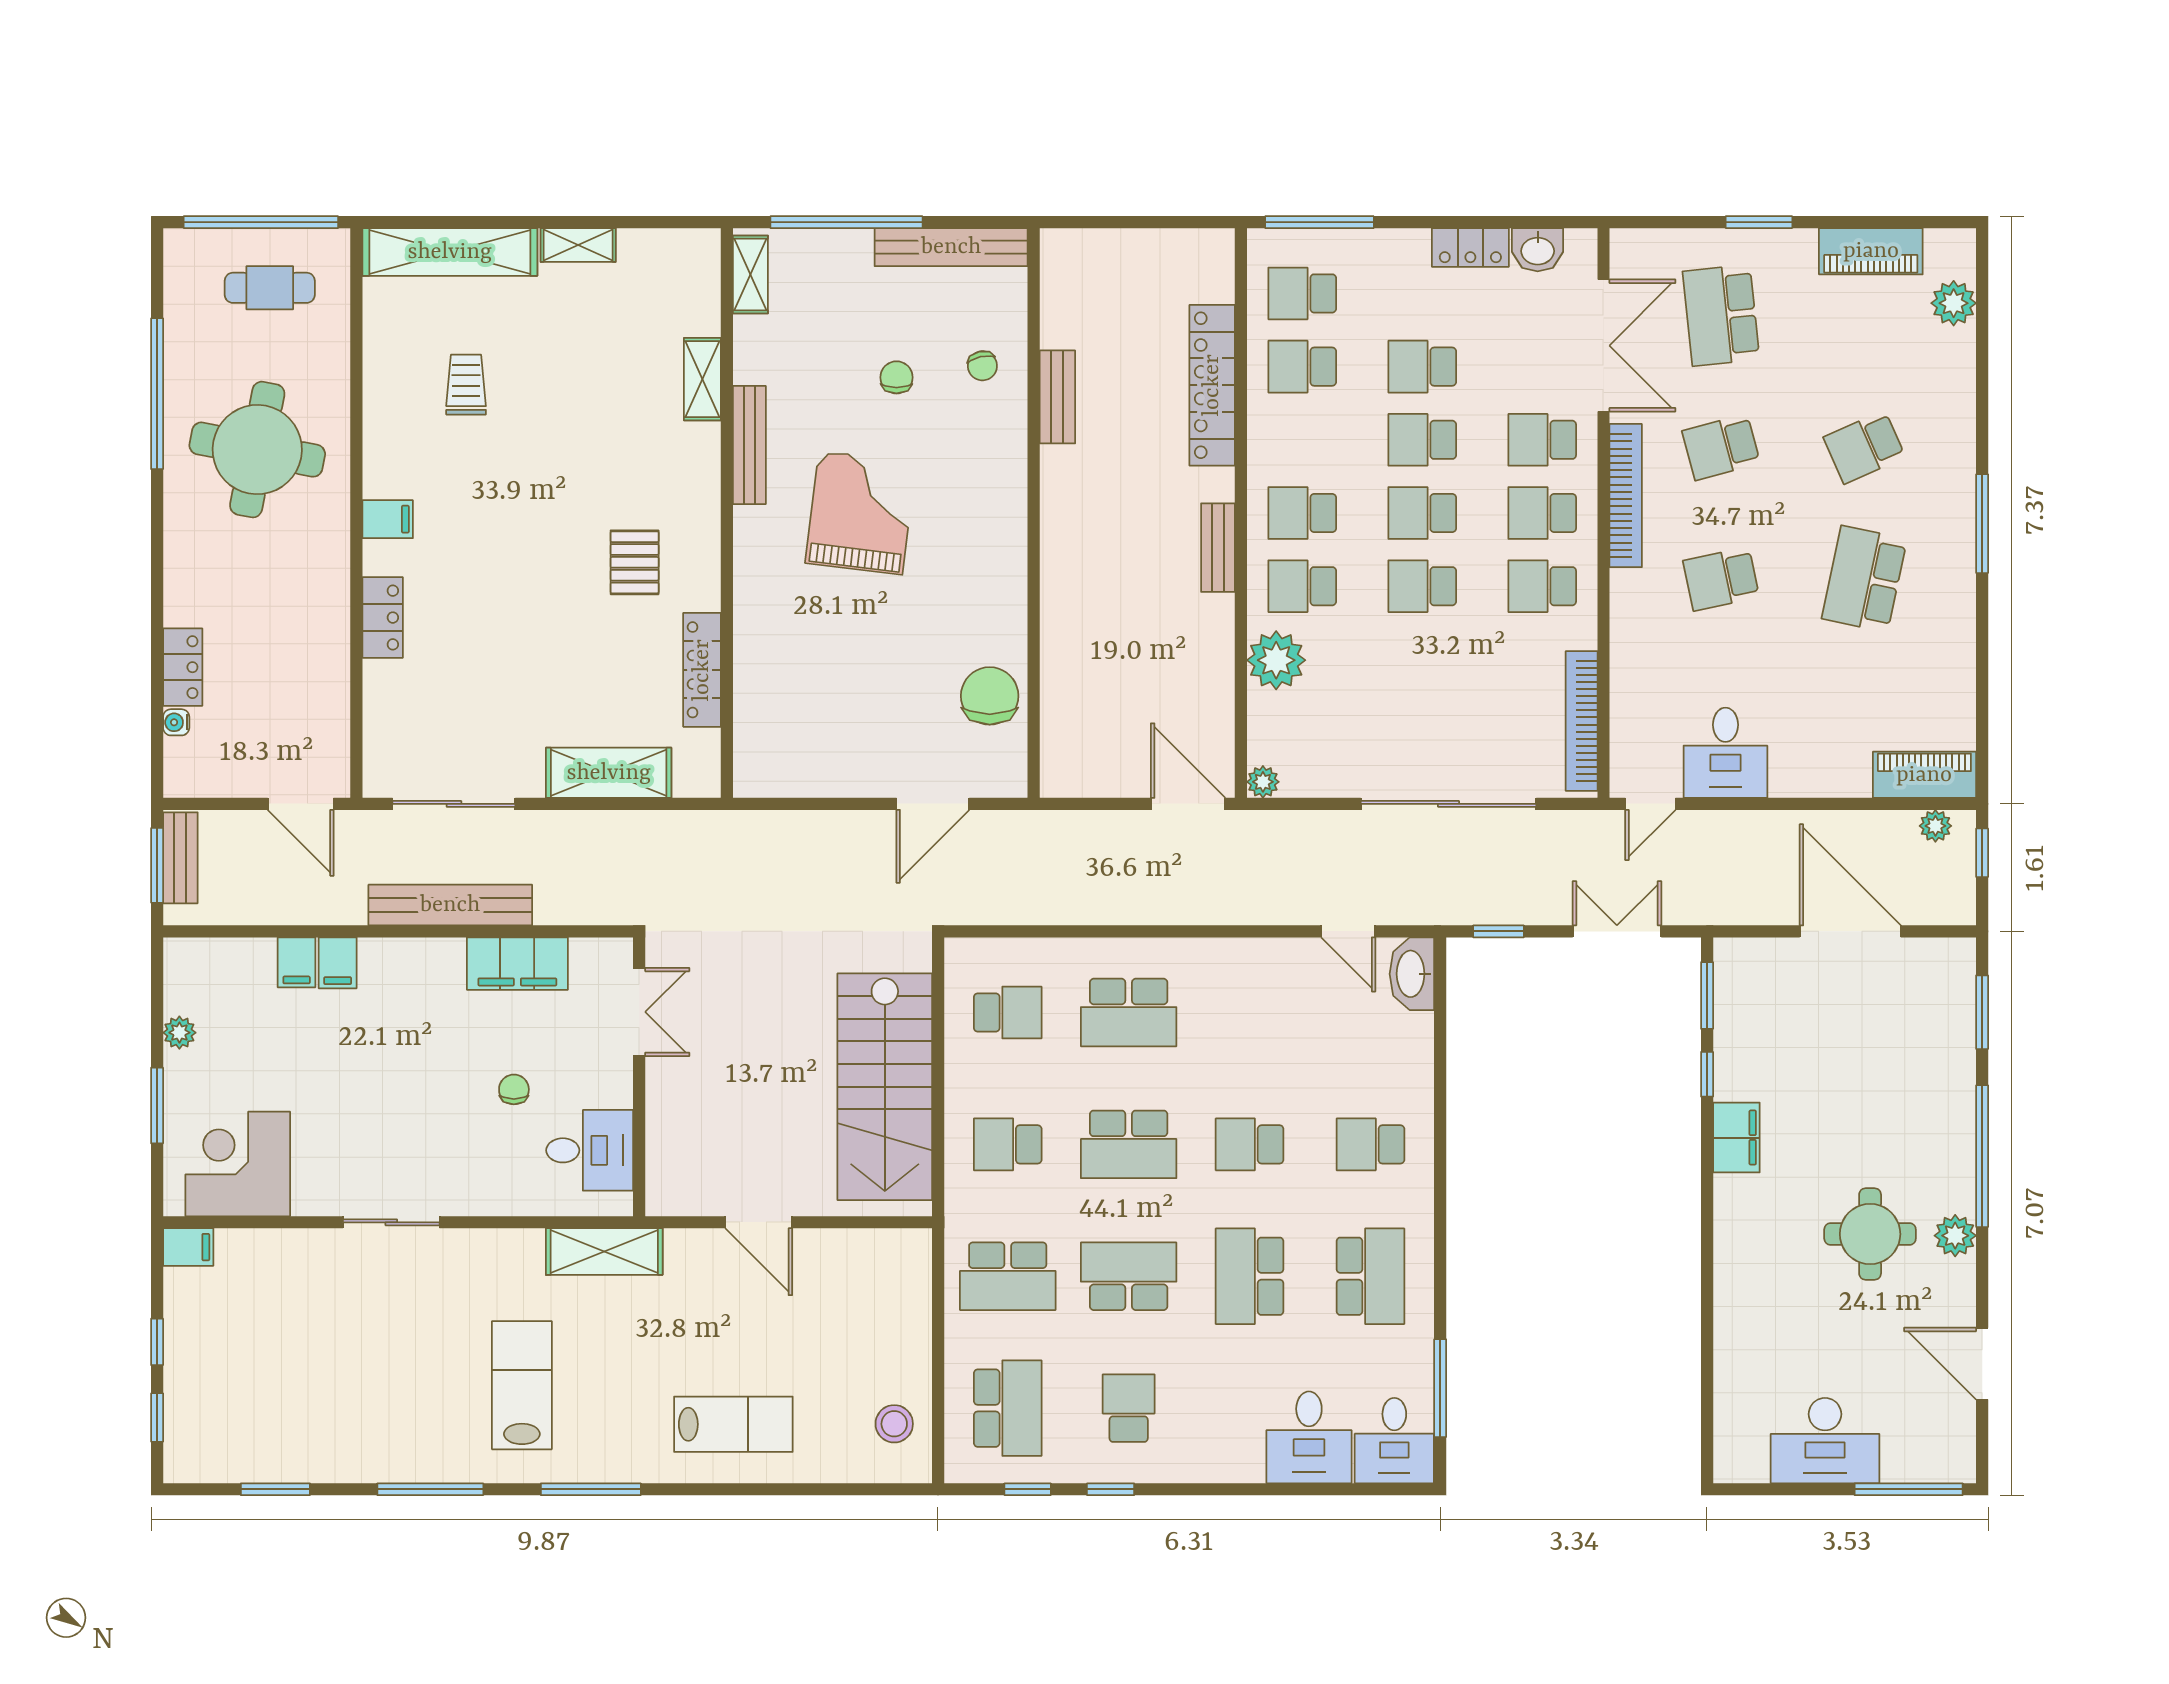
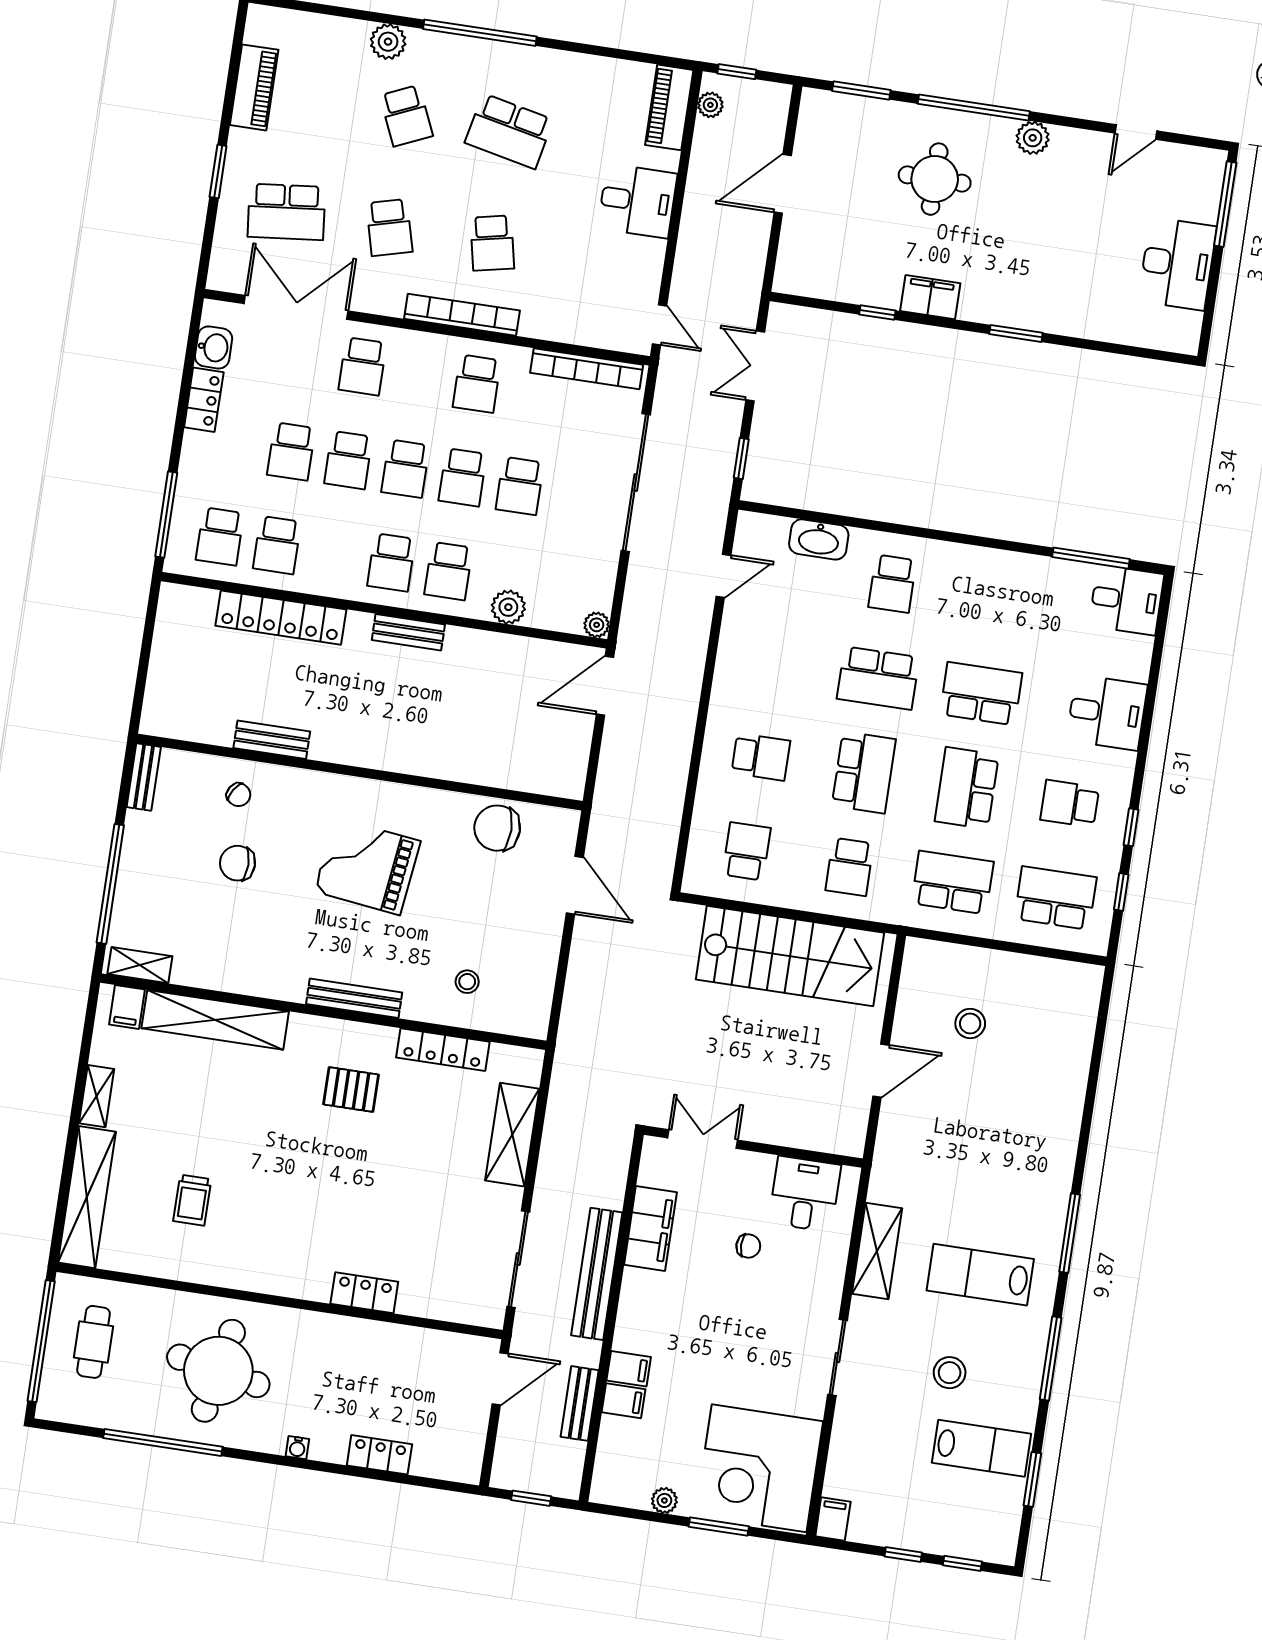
bench: (951, 247) -> (144, 777), width x0.54, depth x0.82
plant: (1954, 303) -> (388, 42), moved
chair: (982, 366) -> (239, 795), turned 46
chair: (896, 377) -> (237, 863), width x1.37, depth x1.37
shelving: (702, 379) -> (215, 1020), width x2.20, depth x1.33
trolley: (466, 385) -> (192, 1200), turned -90
bench: (749, 445) -> (354, 998), moved
bookcase: (1626, 496) -> (462, 315), moved
grand piano: (861, 513) -> (367, 866), moved
school desk: (1542, 513) -> (520, 486), moved
filing cabinet: (388, 519) -> (127, 1007), moved, turned 180
window: (1982, 524) -> (480, 33), width x1.46
plant: (1276, 660) -> (508, 607), width x0.73, depth x0.73
stool: (792, 687) -> (467, 982), added
water cooler: (176, 722) -> (297, 1448), moved
desk: (1725, 753) -> (637, 201), moved
bench: (180, 858) -> (580, 1403), moved, turned 90
window: (157, 865) -> (531, 1498), width x0.67
door: (1850, 931) -> (783, 184), width x0.73
washbasin: (1412, 974) -> (819, 539), moved
window: (1707, 996) -> (1016, 333), moved
school desk: (1129, 1012) -> (761, 757), width x0.54
chair: (514, 1089) -> (748, 1246), turned 180
school desk: (1250, 1144) -> (878, 678), width x1.85
corner desk: (238, 1164) -> (759, 1468), width x1.36, depth x1.36
round table: (1870, 1234) -> (935, 179), moved
shelving: (604, 1252) -> (877, 1251), moved
school desk: (1008, 1276) -> (953, 882), turned -90
school desk: (1250, 1276) -> (981, 694), turned 180
school desk: (1370, 1276) -> (995, 599), removed
door: (1982, 1364) -> (1136, 132), width x0.73
stool: (393, 1365) -> (950, 1373), added
lab bench: (733, 1424) -> (982, 1448), moved, turned 90
stool: (894, 1424) -> (970, 1024), moved
desk: (1309, 1437) -> (1107, 712), moved

